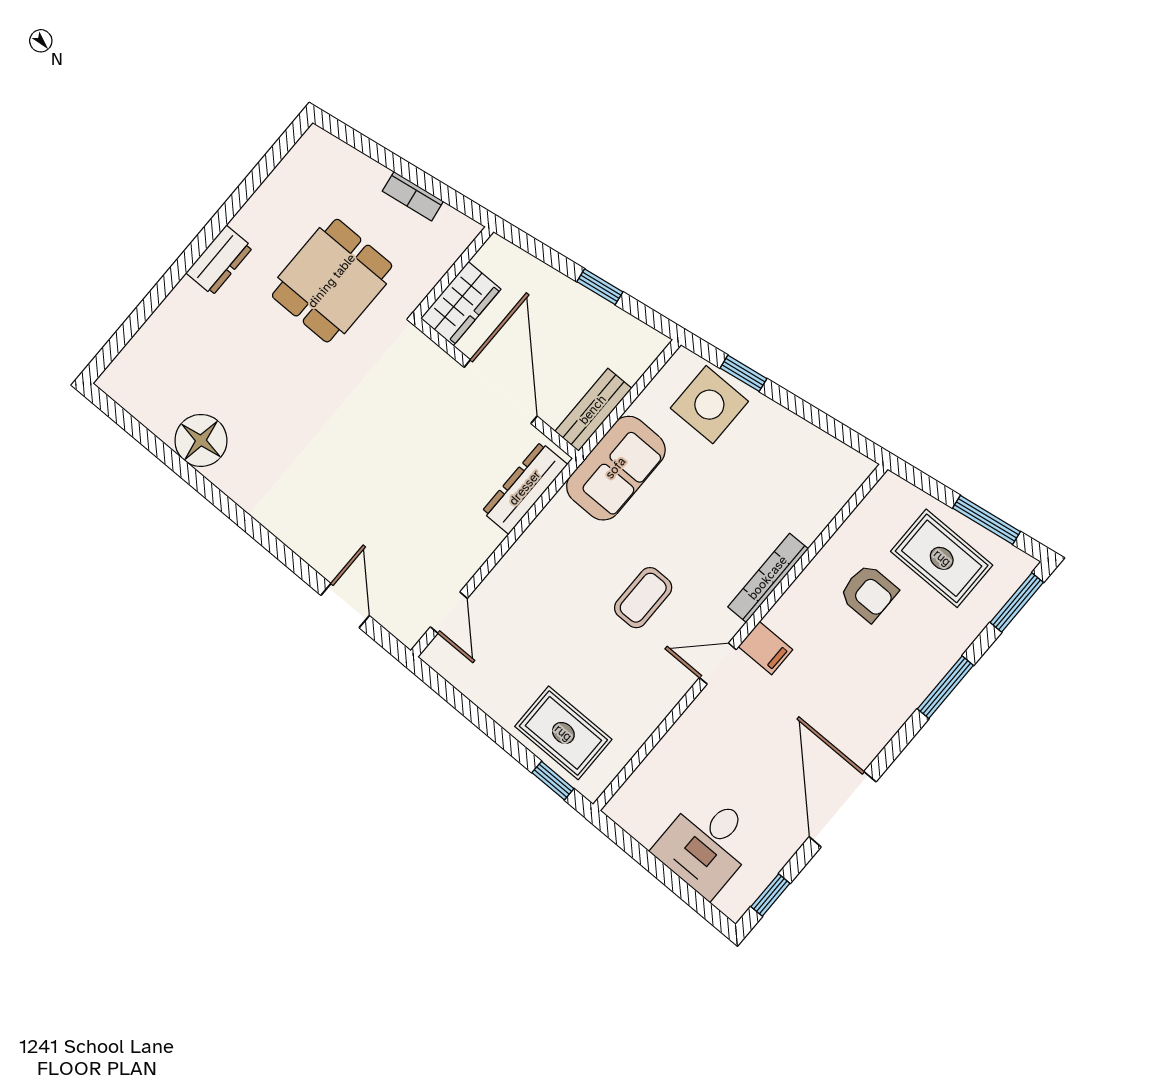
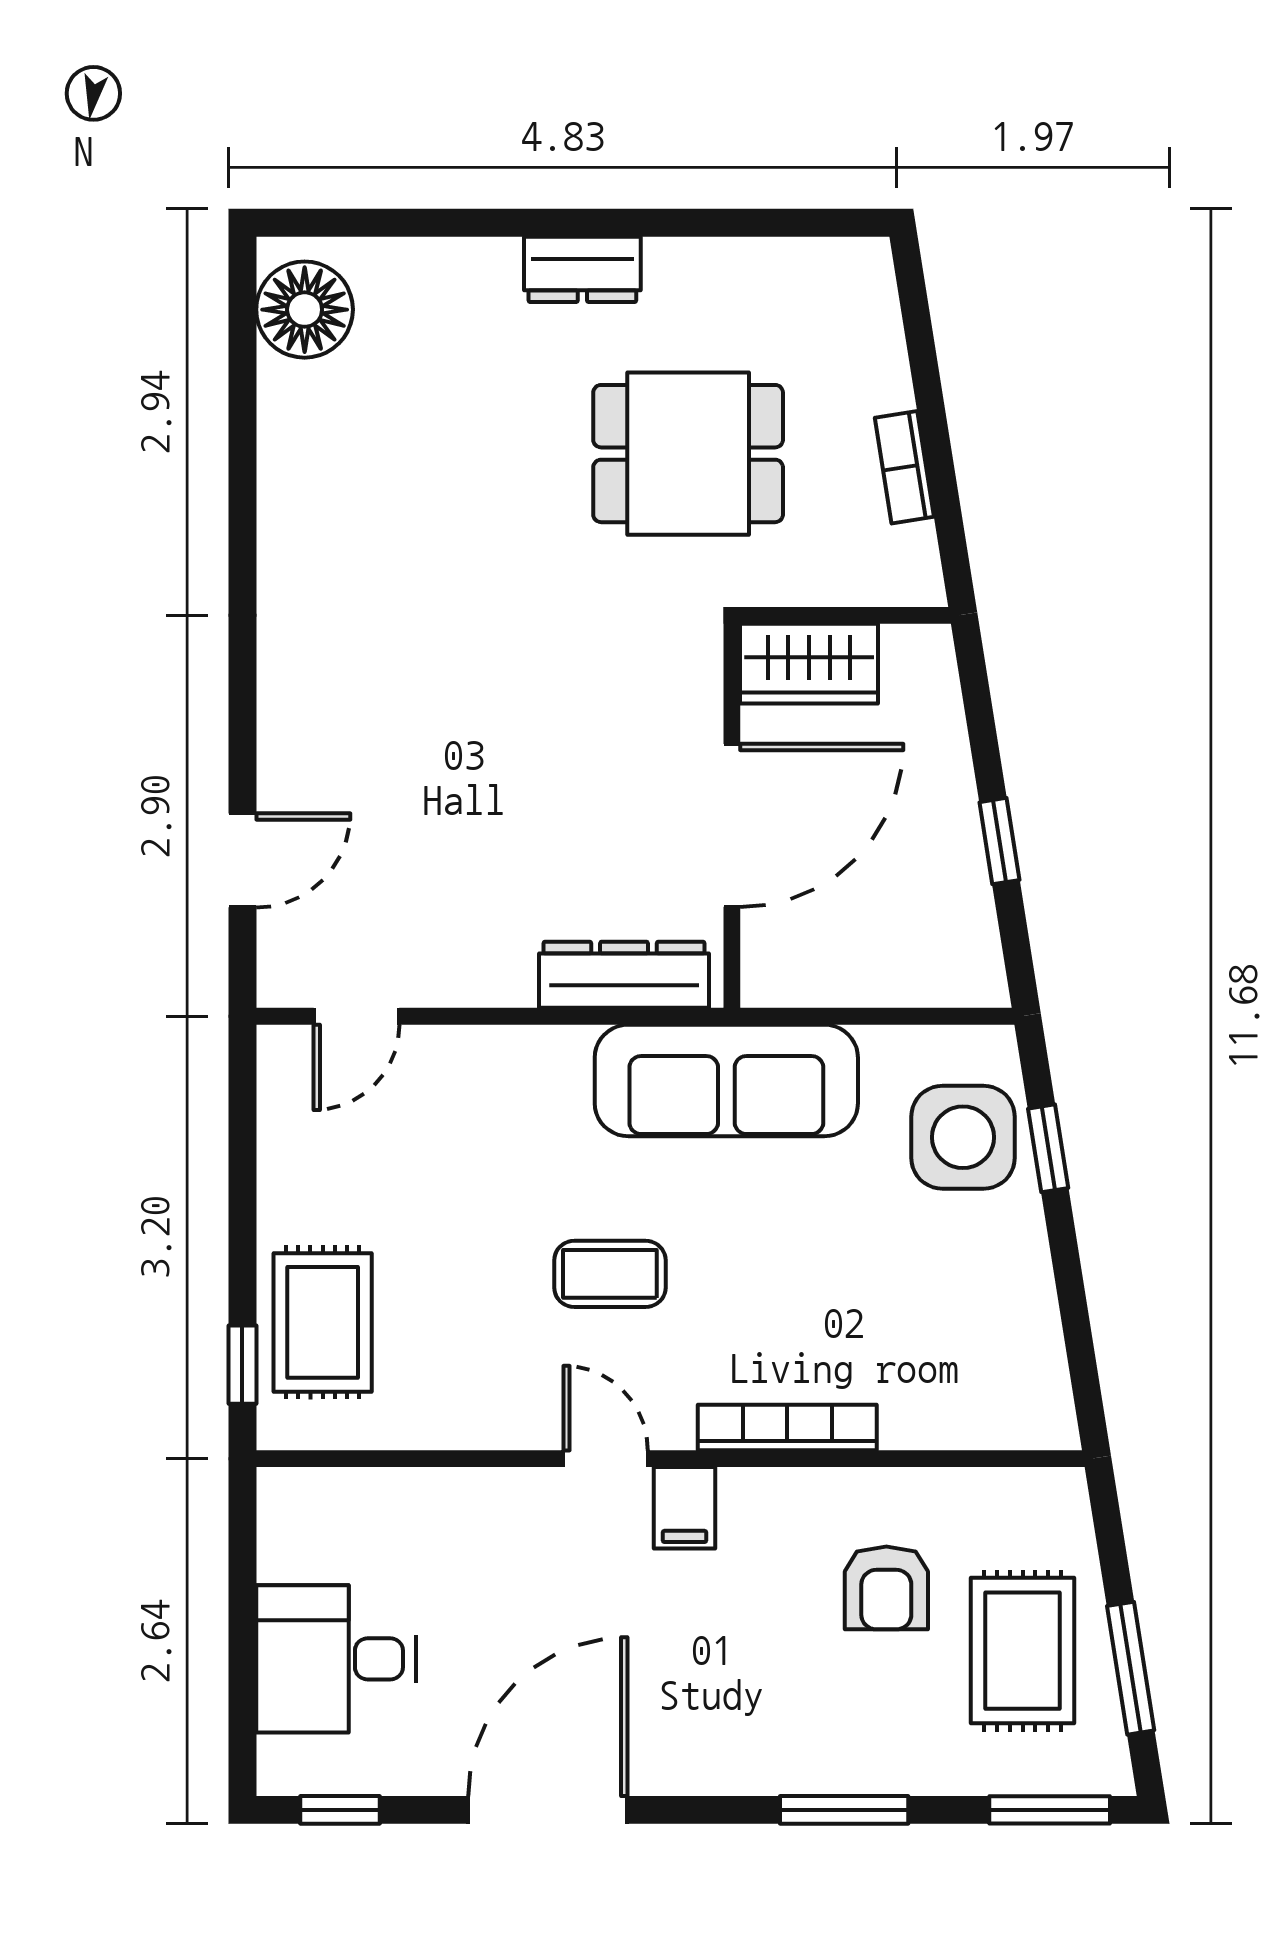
bench: (593, 410) -> (817, 979), removed
floor lamp: (201, 440) -> (305, 310), moved
sofa: (616, 468) -> (726, 1080), width x1.36

